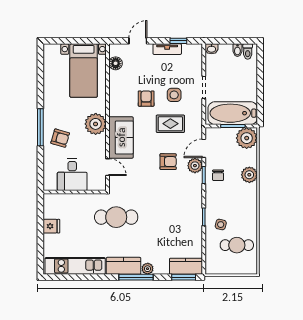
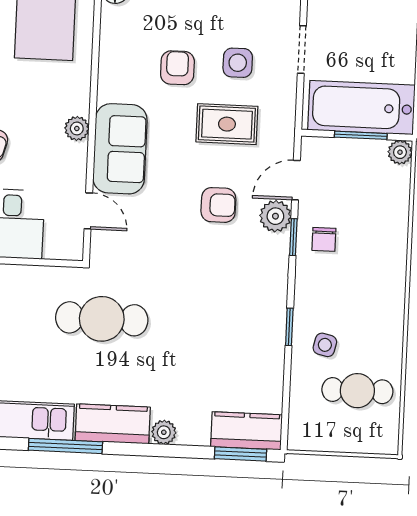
plant: (96, 124) -> (77, 128), width x0.53, depth x0.53
plant: (247, 138) -> (400, 152), width x0.53, depth x0.53
plant: (249, 175) -> (391, 241), removed
window: (136, 277) -> (65, 446), moved

